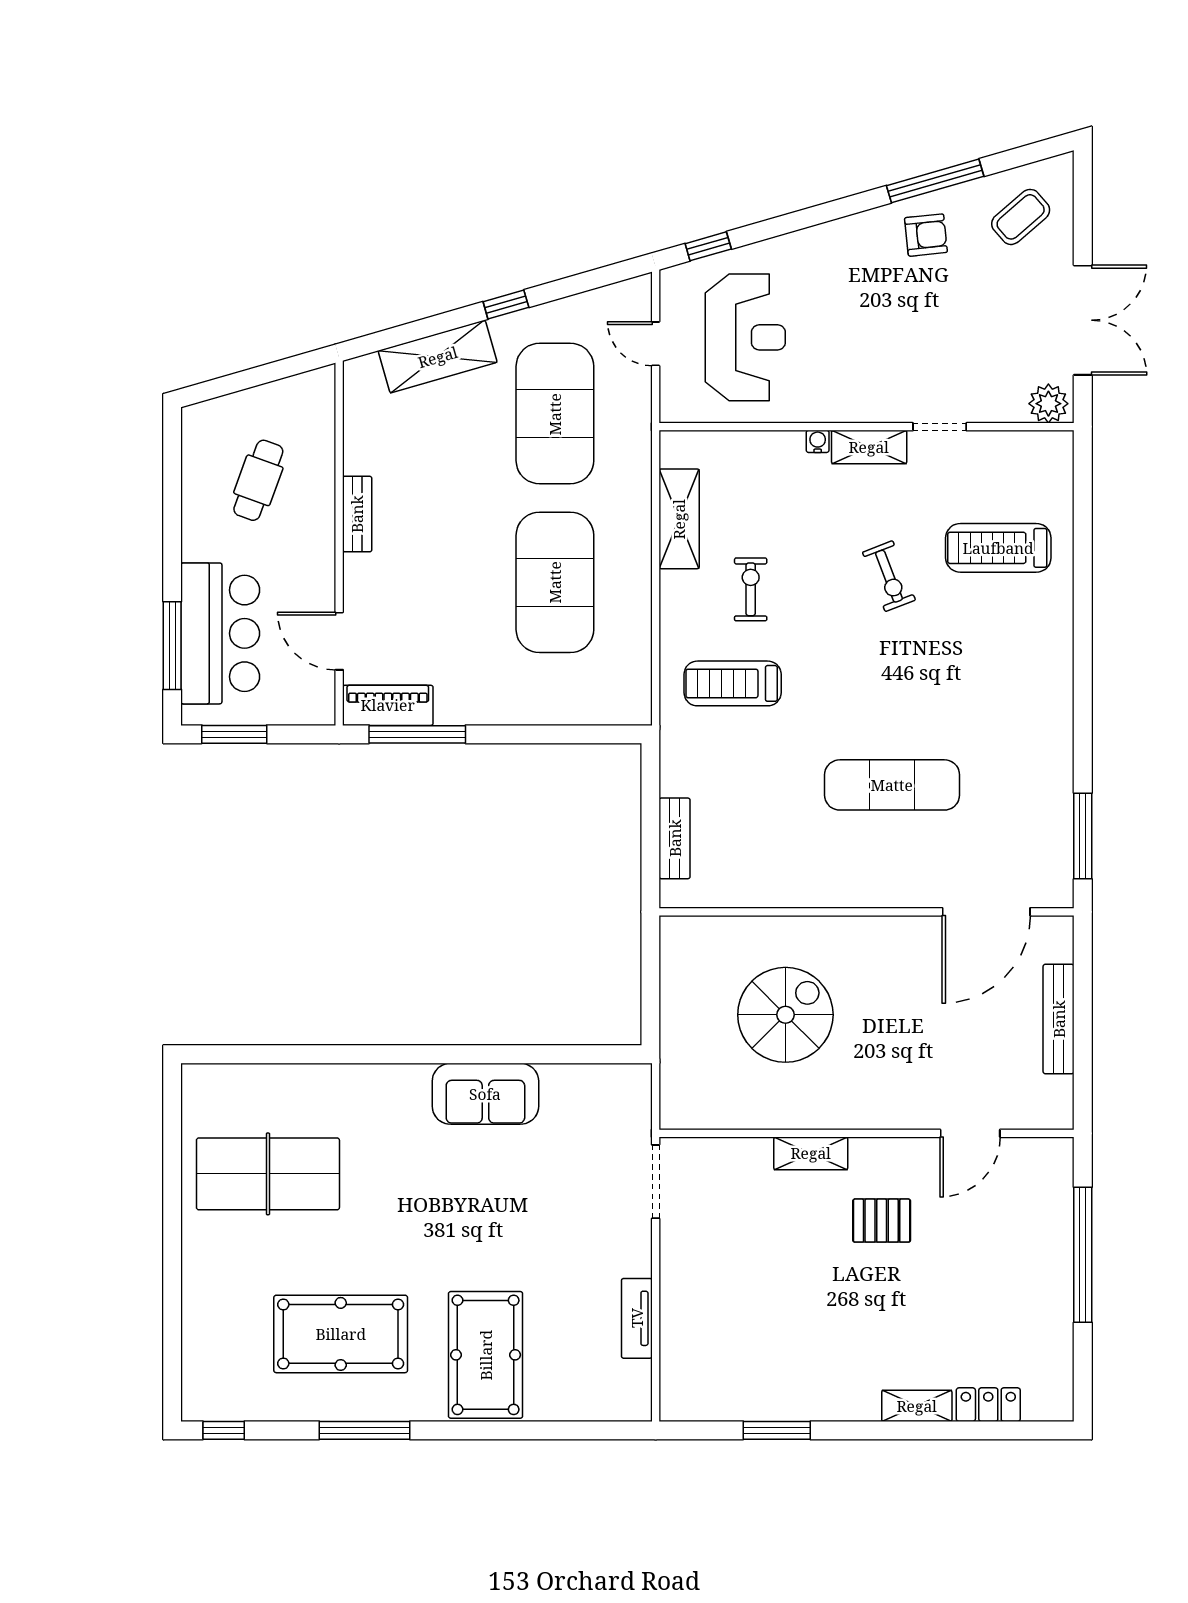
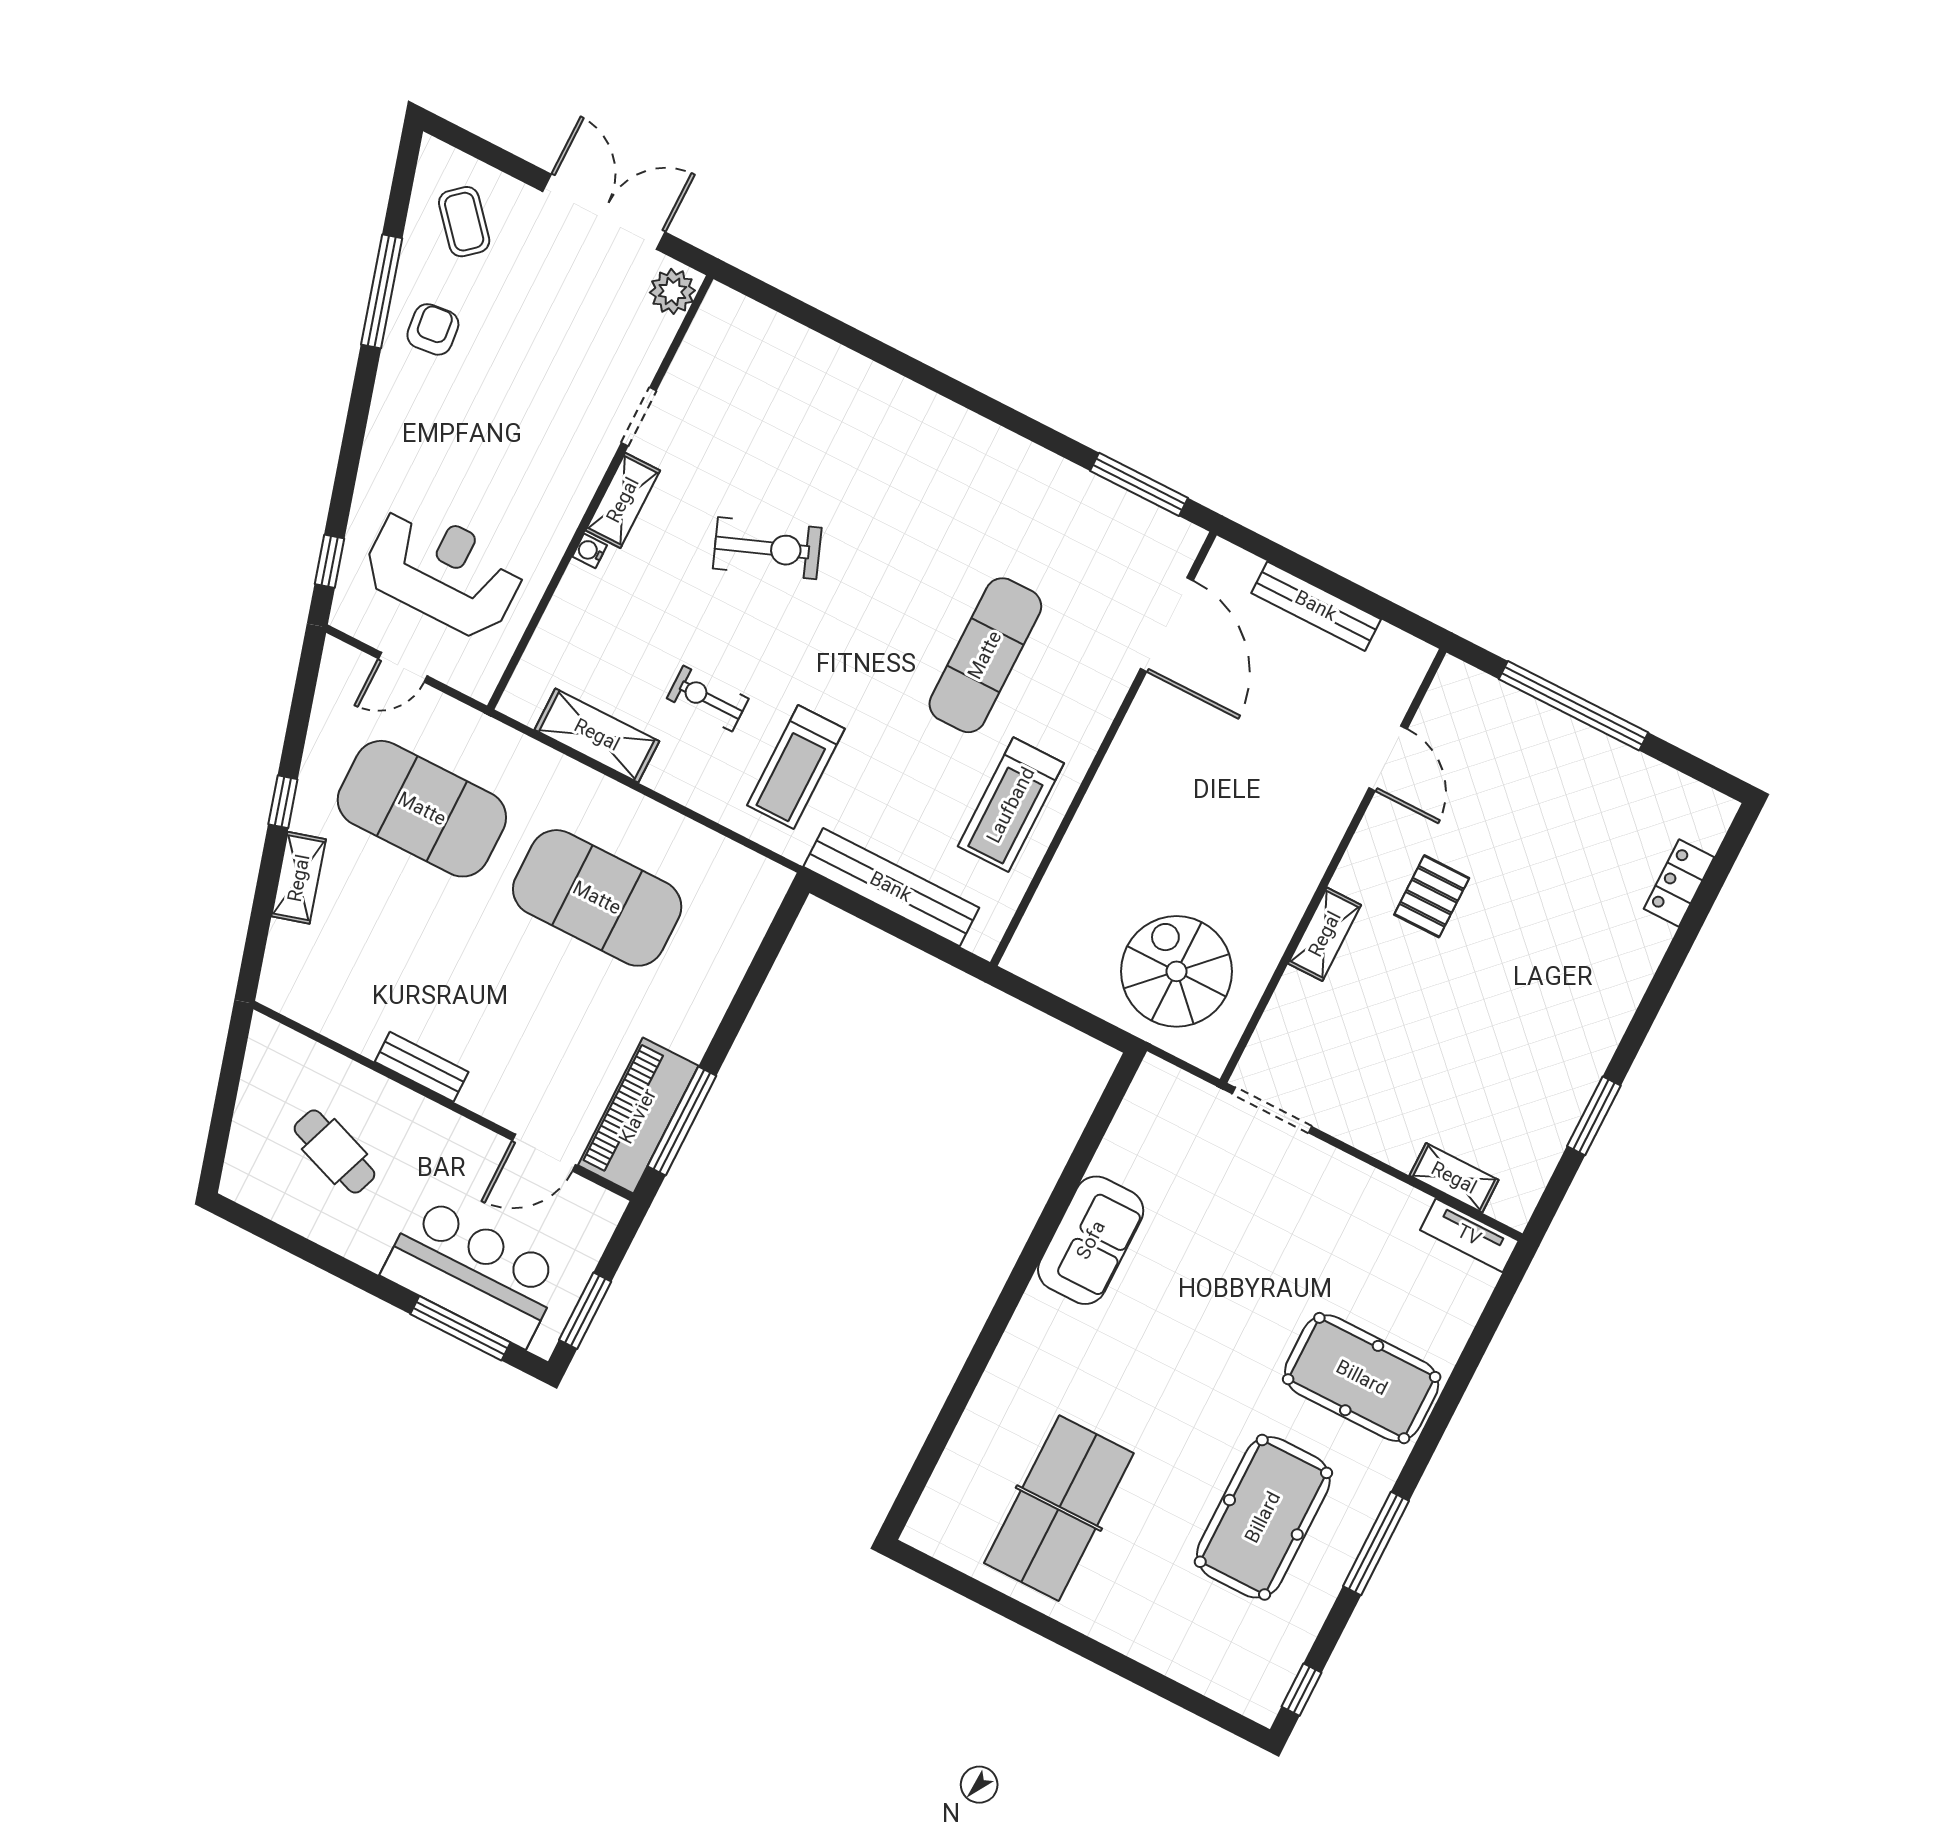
shelving: (438, 357) -> (299, 878), width x0.67, depth x0.75
treadmill: (998, 548) -> (1011, 805), moved
exercise bike: (889, 576) -> (767, 548), width x1.38, depth x1.39
piano: (388, 705) -> (638, 1116), width x1.37, depth x1.33
bench: (675, 838) -> (891, 887), width x1.86, depth x1.21
spiral stairs: (785, 1015) -> (1177, 971), moved
tv unit: (637, 1318) -> (1469, 1235), moved
shelving: (917, 1406) -> (1454, 1178), moved, turned 90

